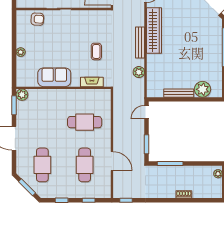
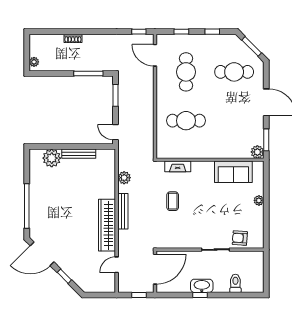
sofa: (54, 77) -> (233, 172), moved
door: (147, 112) -> (115, 132), swing flipped
door: (112, 161) -> (155, 55), moved
cafe table: (42, 165) -> (234, 72), turned 90

